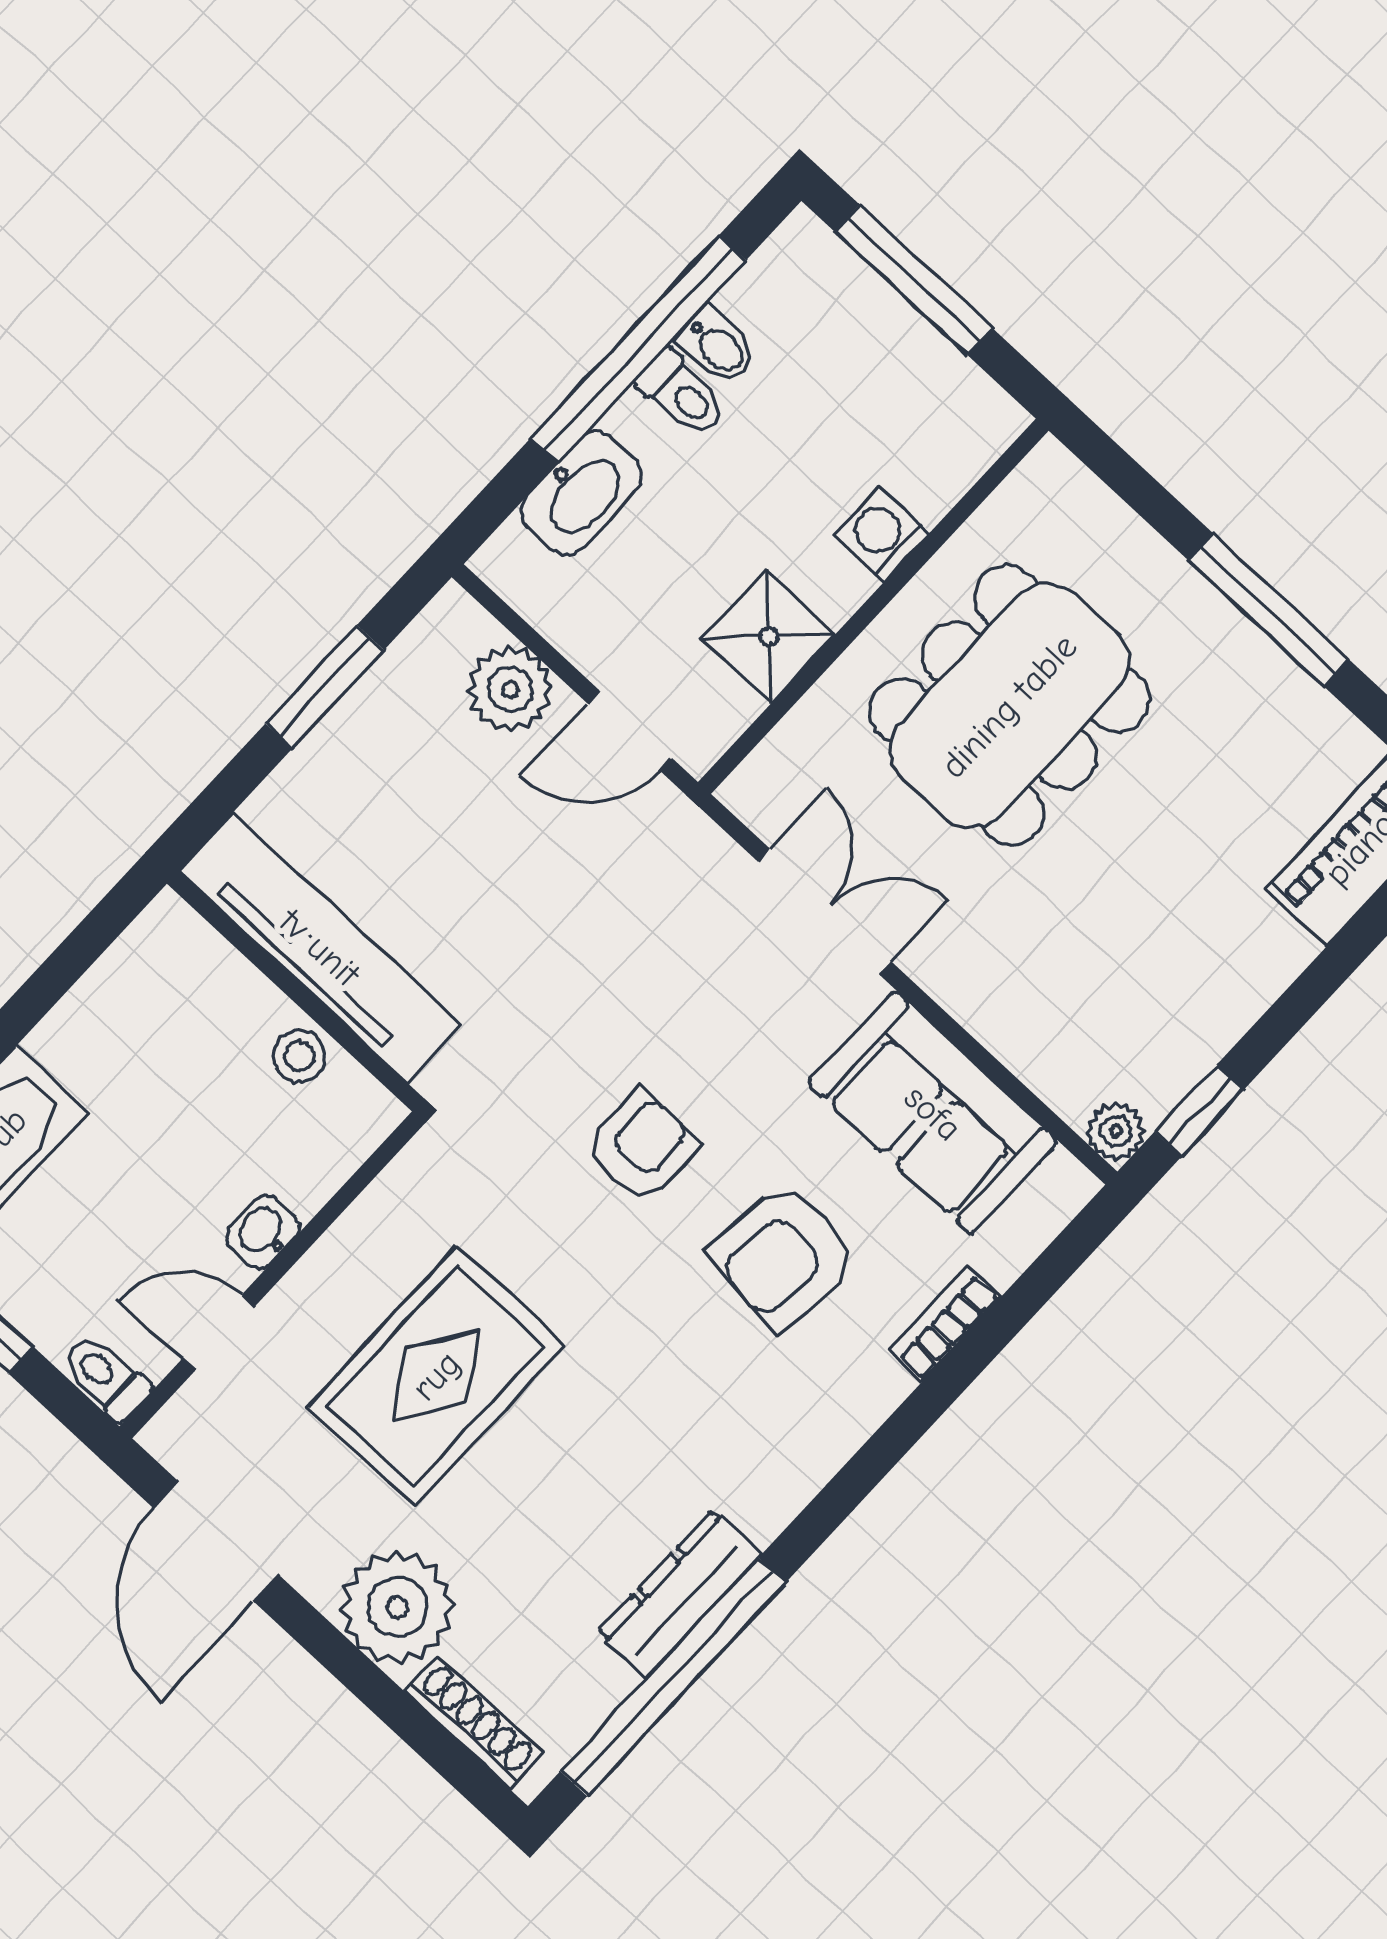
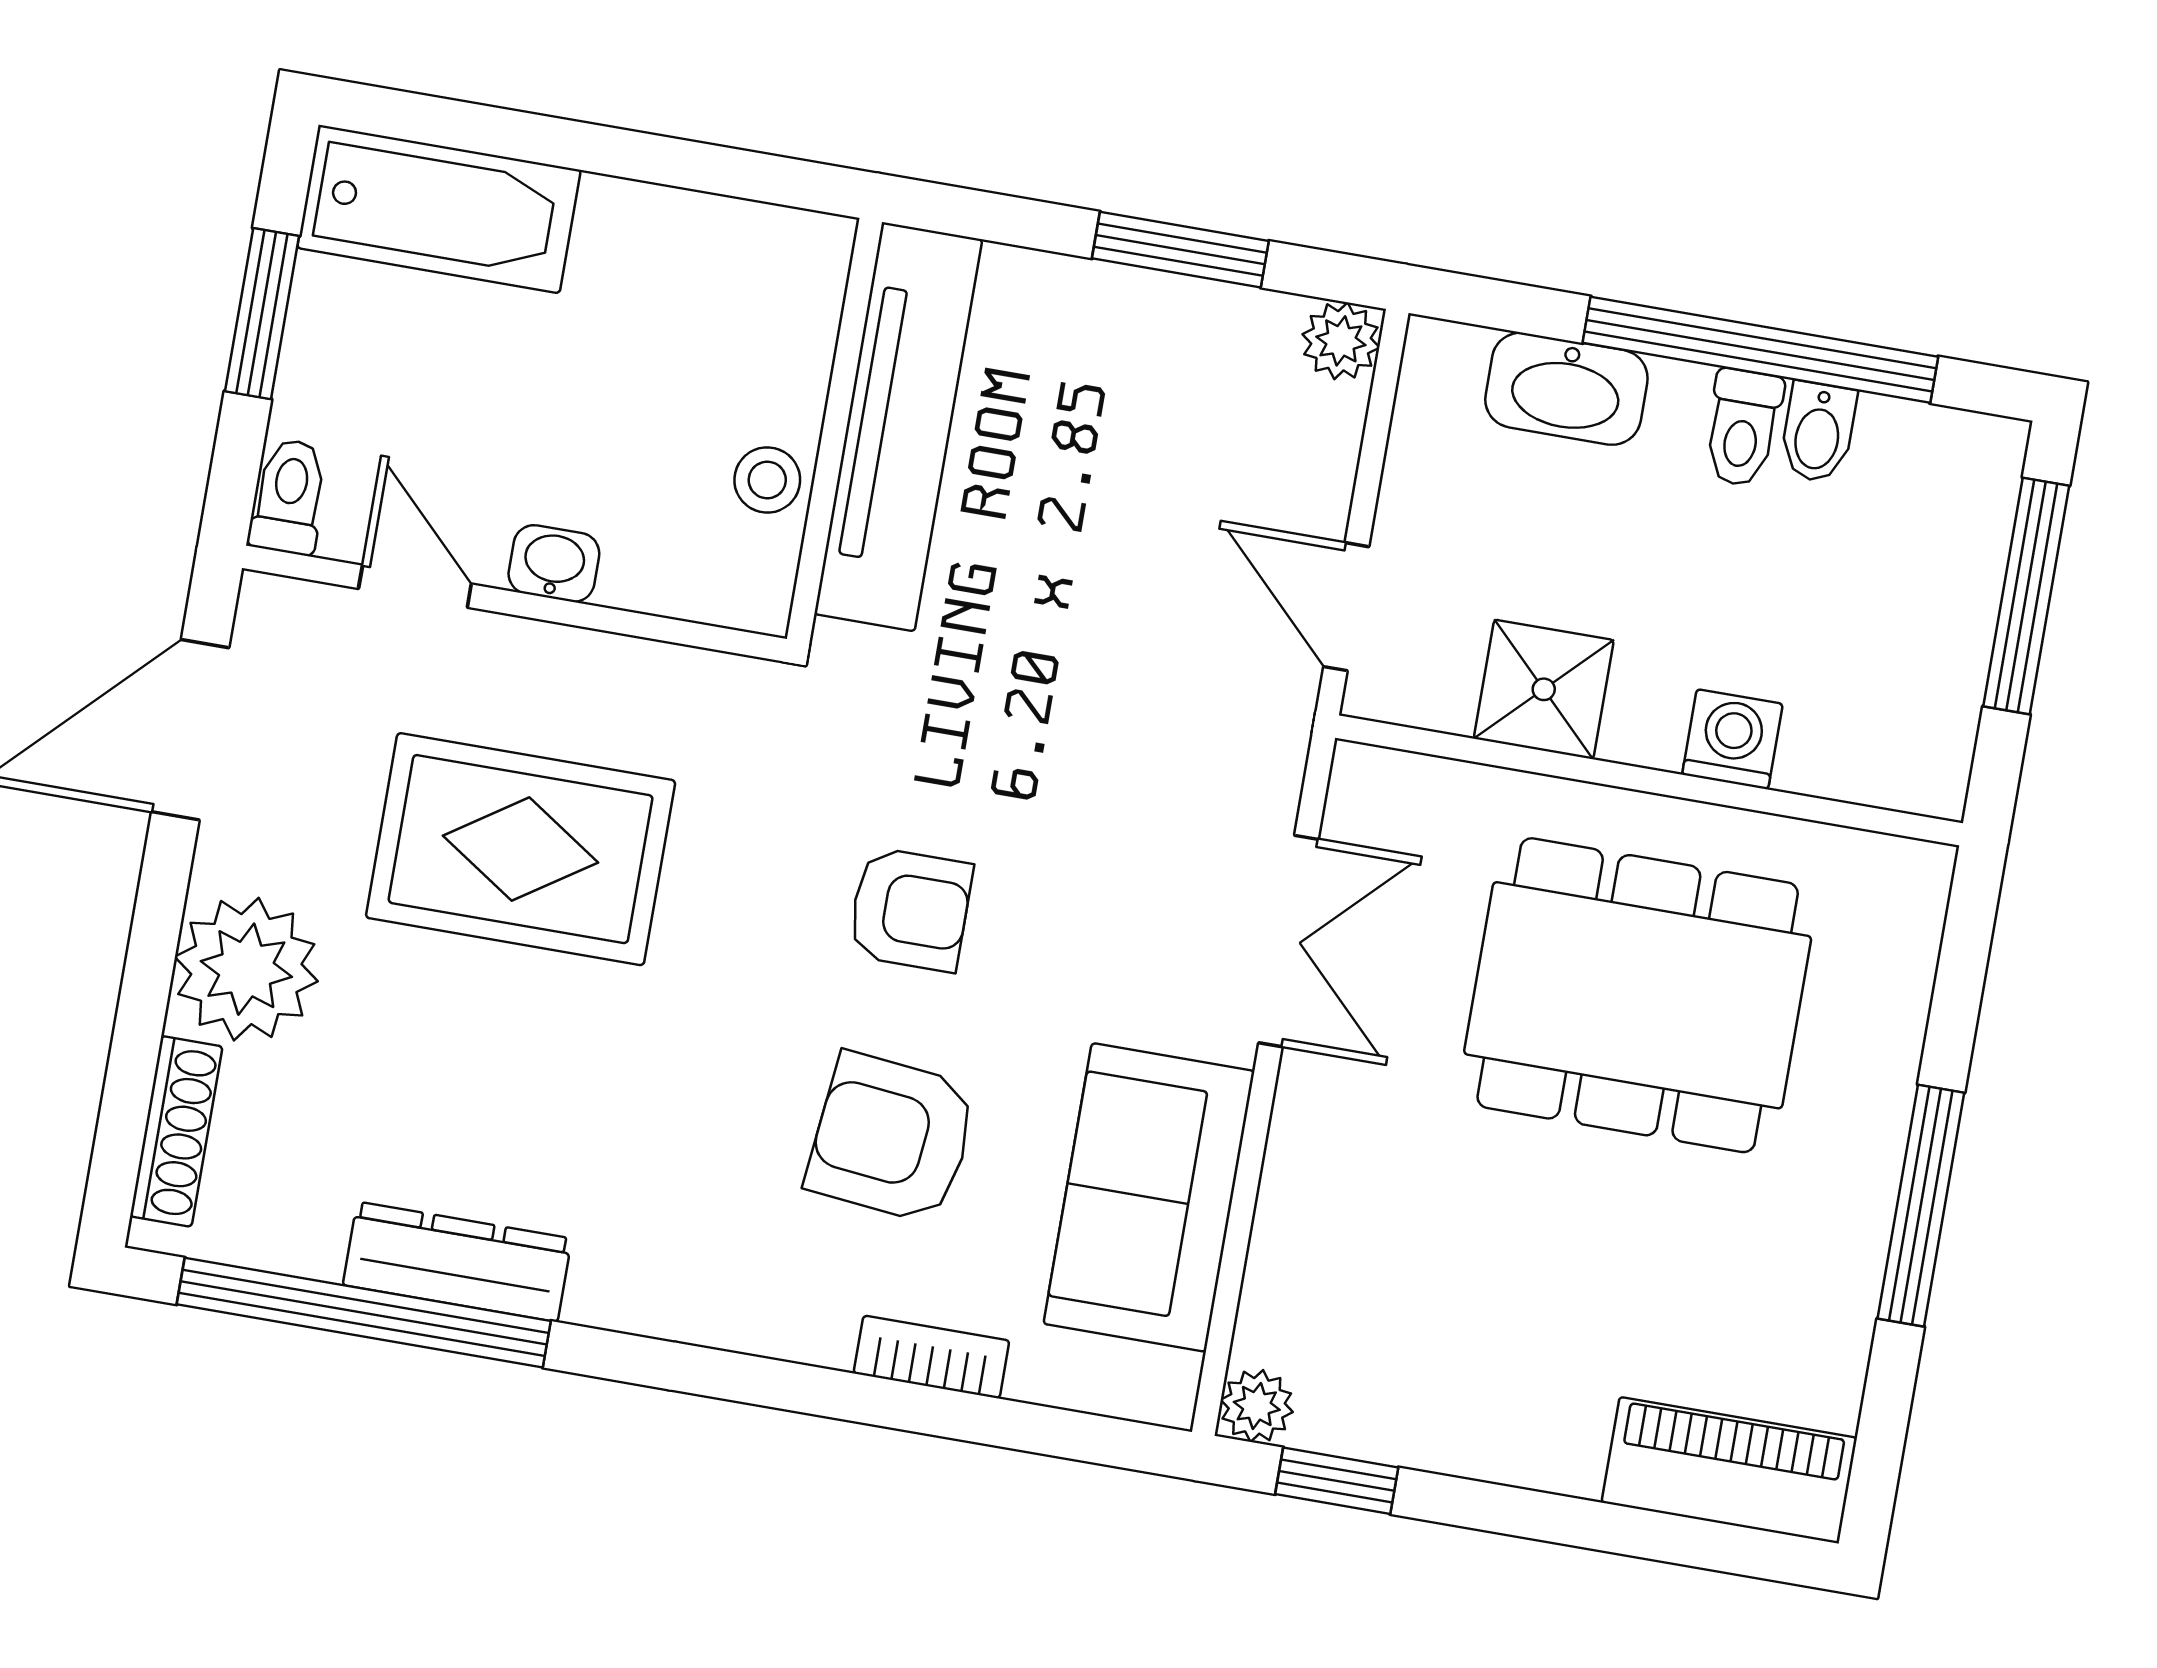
plant: (510, 689) -> (1341, 341), moved, width x0.73, depth x0.73

